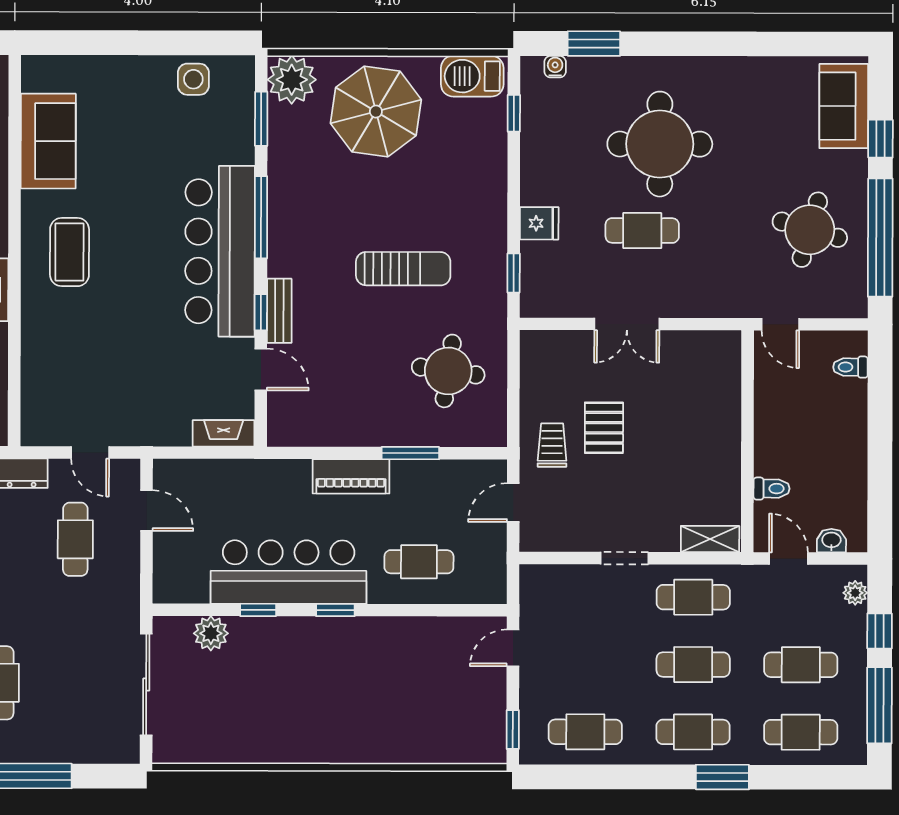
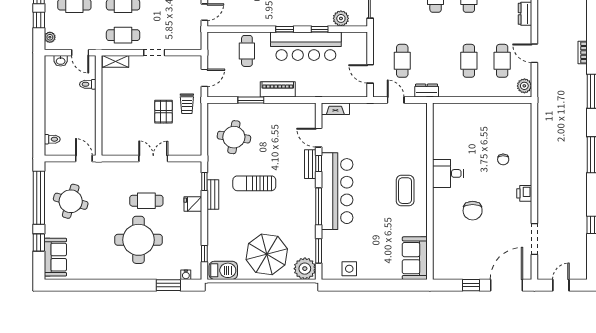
sofa: (48, 141) -> (415, 258), moved
bench: (495, 244) -> (213, 194), added
cafe table: (419, 562) -> (247, 51), turned 90

